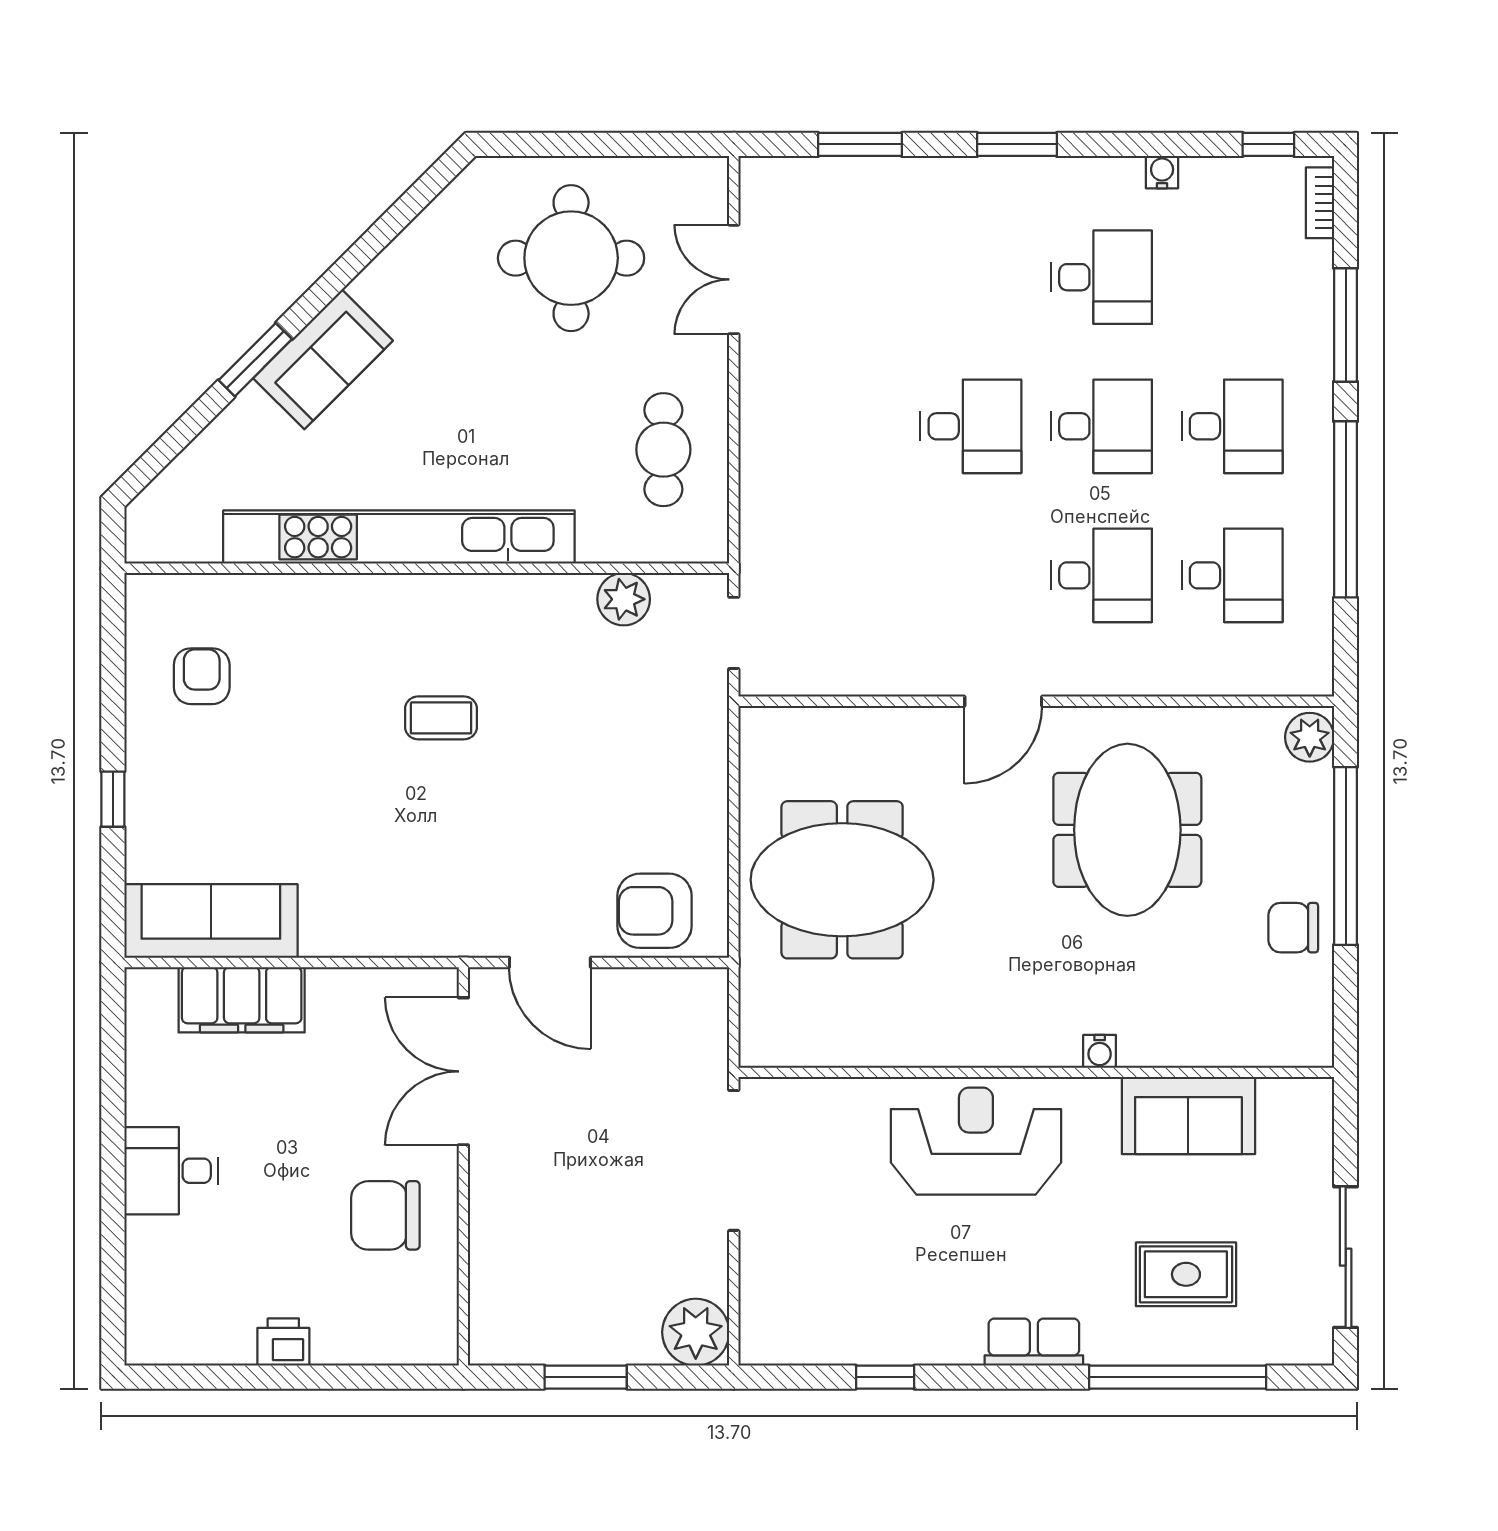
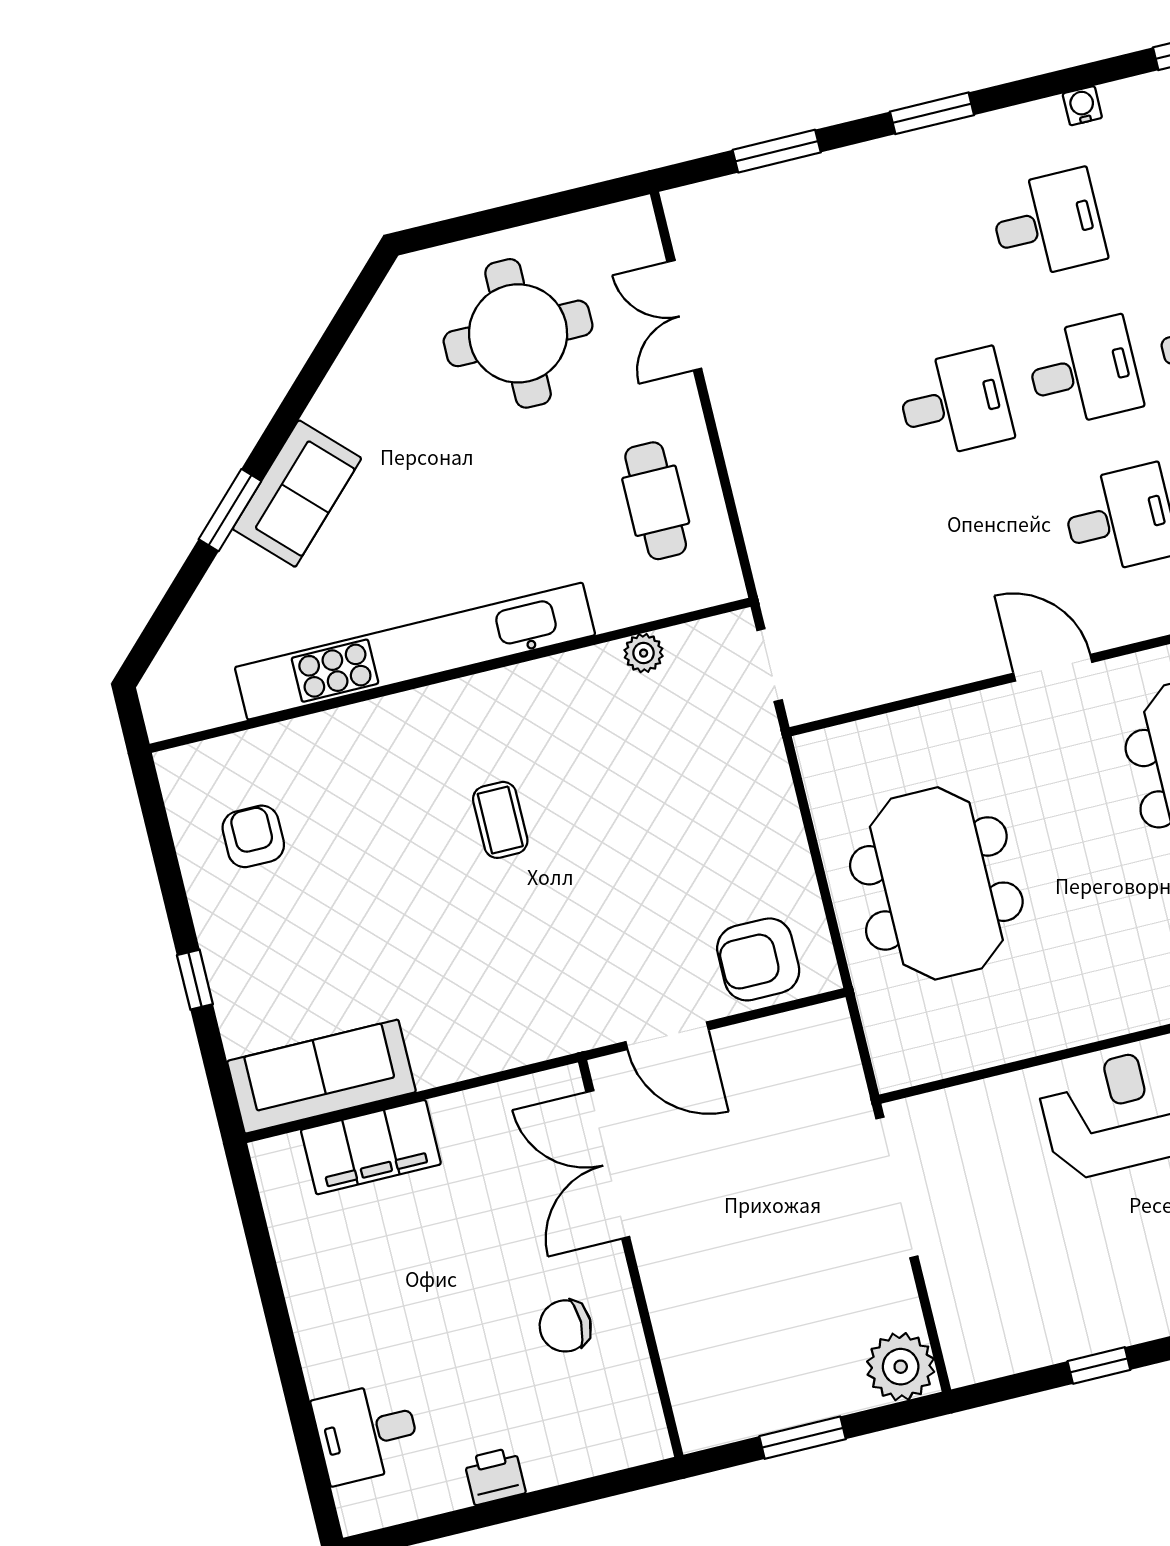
plant: (624, 599) -> (644, 653), width x0.73, depth x0.73
door: (1003, 701) -> (1053, 668), swing flipped
coffee table: (441, 718) -> (500, 820), turned 90
meeting table: (842, 880) -> (936, 883), turned 90
desk: (171, 1171) -> (367, 1433), moved
chair: (385, 1215) -> (565, 1326), width x0.73, depth x0.73

